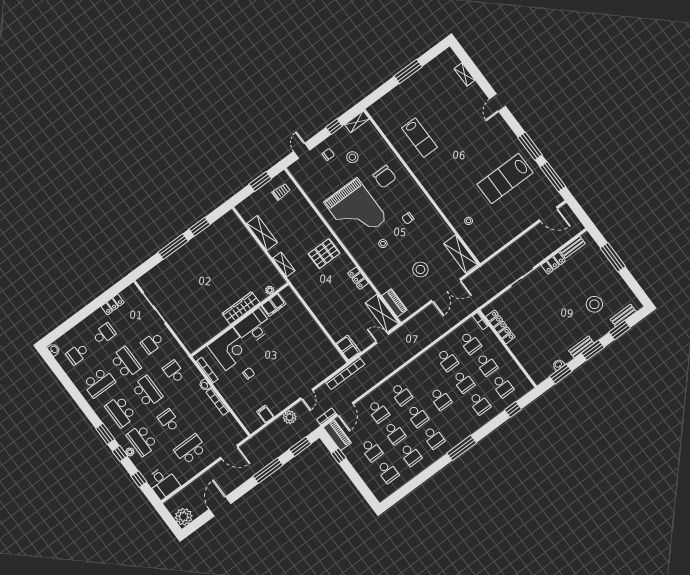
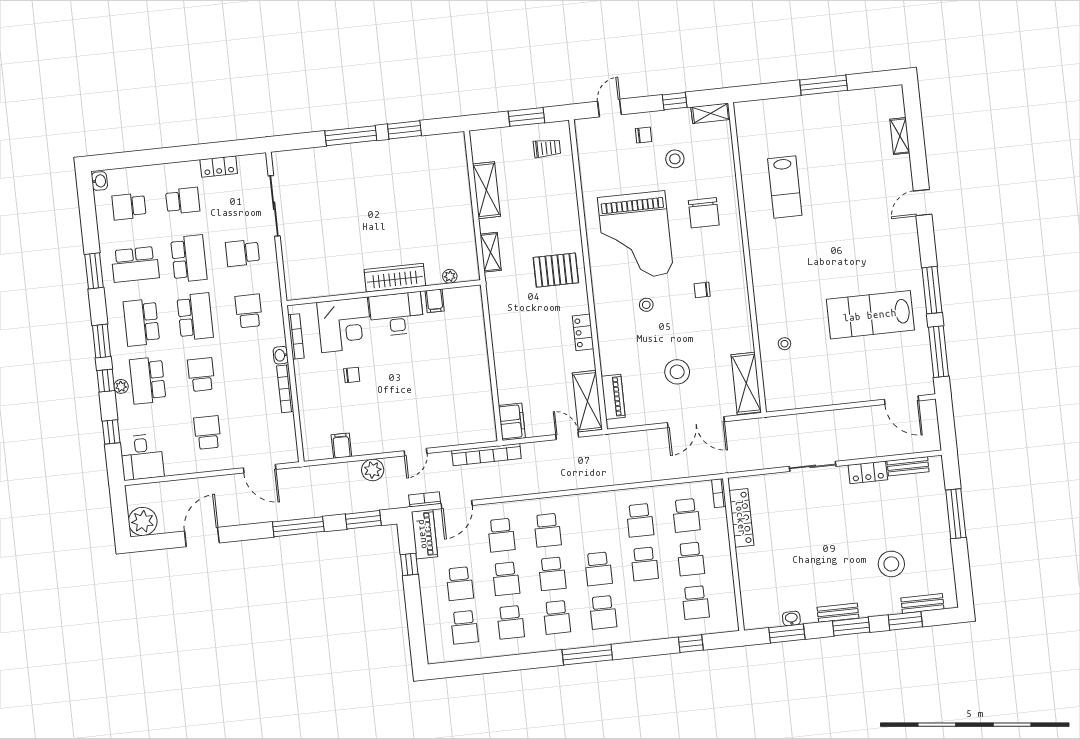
filing cabinet: (274, 305) -> (435, 301), width x0.50
window: (79, 399) -> (94, 271), added
school desk: (480, 403) -> (603, 612), moved
school desk: (190, 449) -> (207, 433), width x0.54

